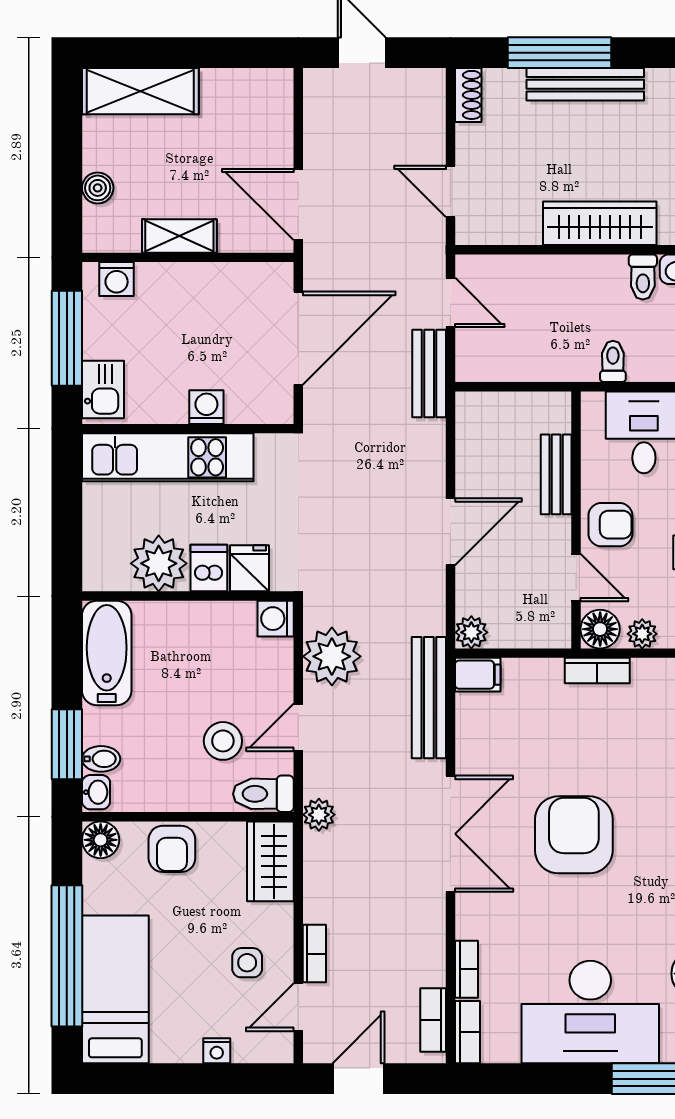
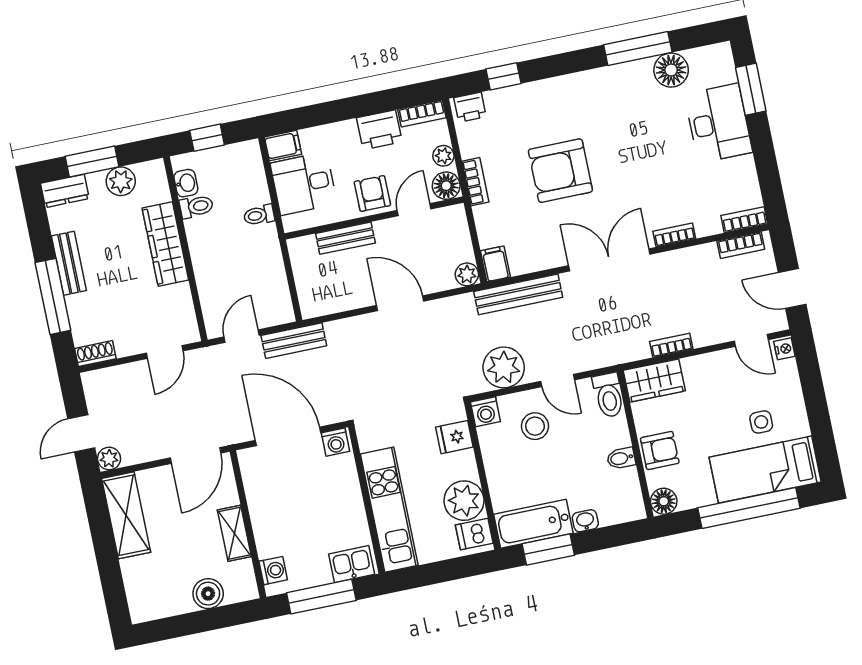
bench: (585, 84) -> (69, 263), width x0.73
shelving: (140, 91) -> (126, 515), moved
boiler: (98, 188) -> (208, 594), width x1.36, depth x1.36
washing machine: (206, 407) -> (336, 442), moved, turned -90
dishwasher: (209, 568) -> (474, 534), moved
stool: (223, 741) -> (535, 426), moved
window: (67, 744) -> (548, 550), moved
bidet: (101, 759) -> (621, 458), moved, turned -90
washbasin: (96, 792) -> (585, 521), moved
plant: (319, 815) -> (109, 458), moved
armchair: (574, 835) -> (560, 171), moved
bookcase: (314, 954) -> (671, 345), moved
side table: (247, 963) -> (761, 422), moved
bookcase: (466, 969) -> (674, 235), moved
desk: (590, 1012) -> (718, 123), width x0.73, depth x0.77
nightstand: (217, 1051) -> (784, 349), moved

